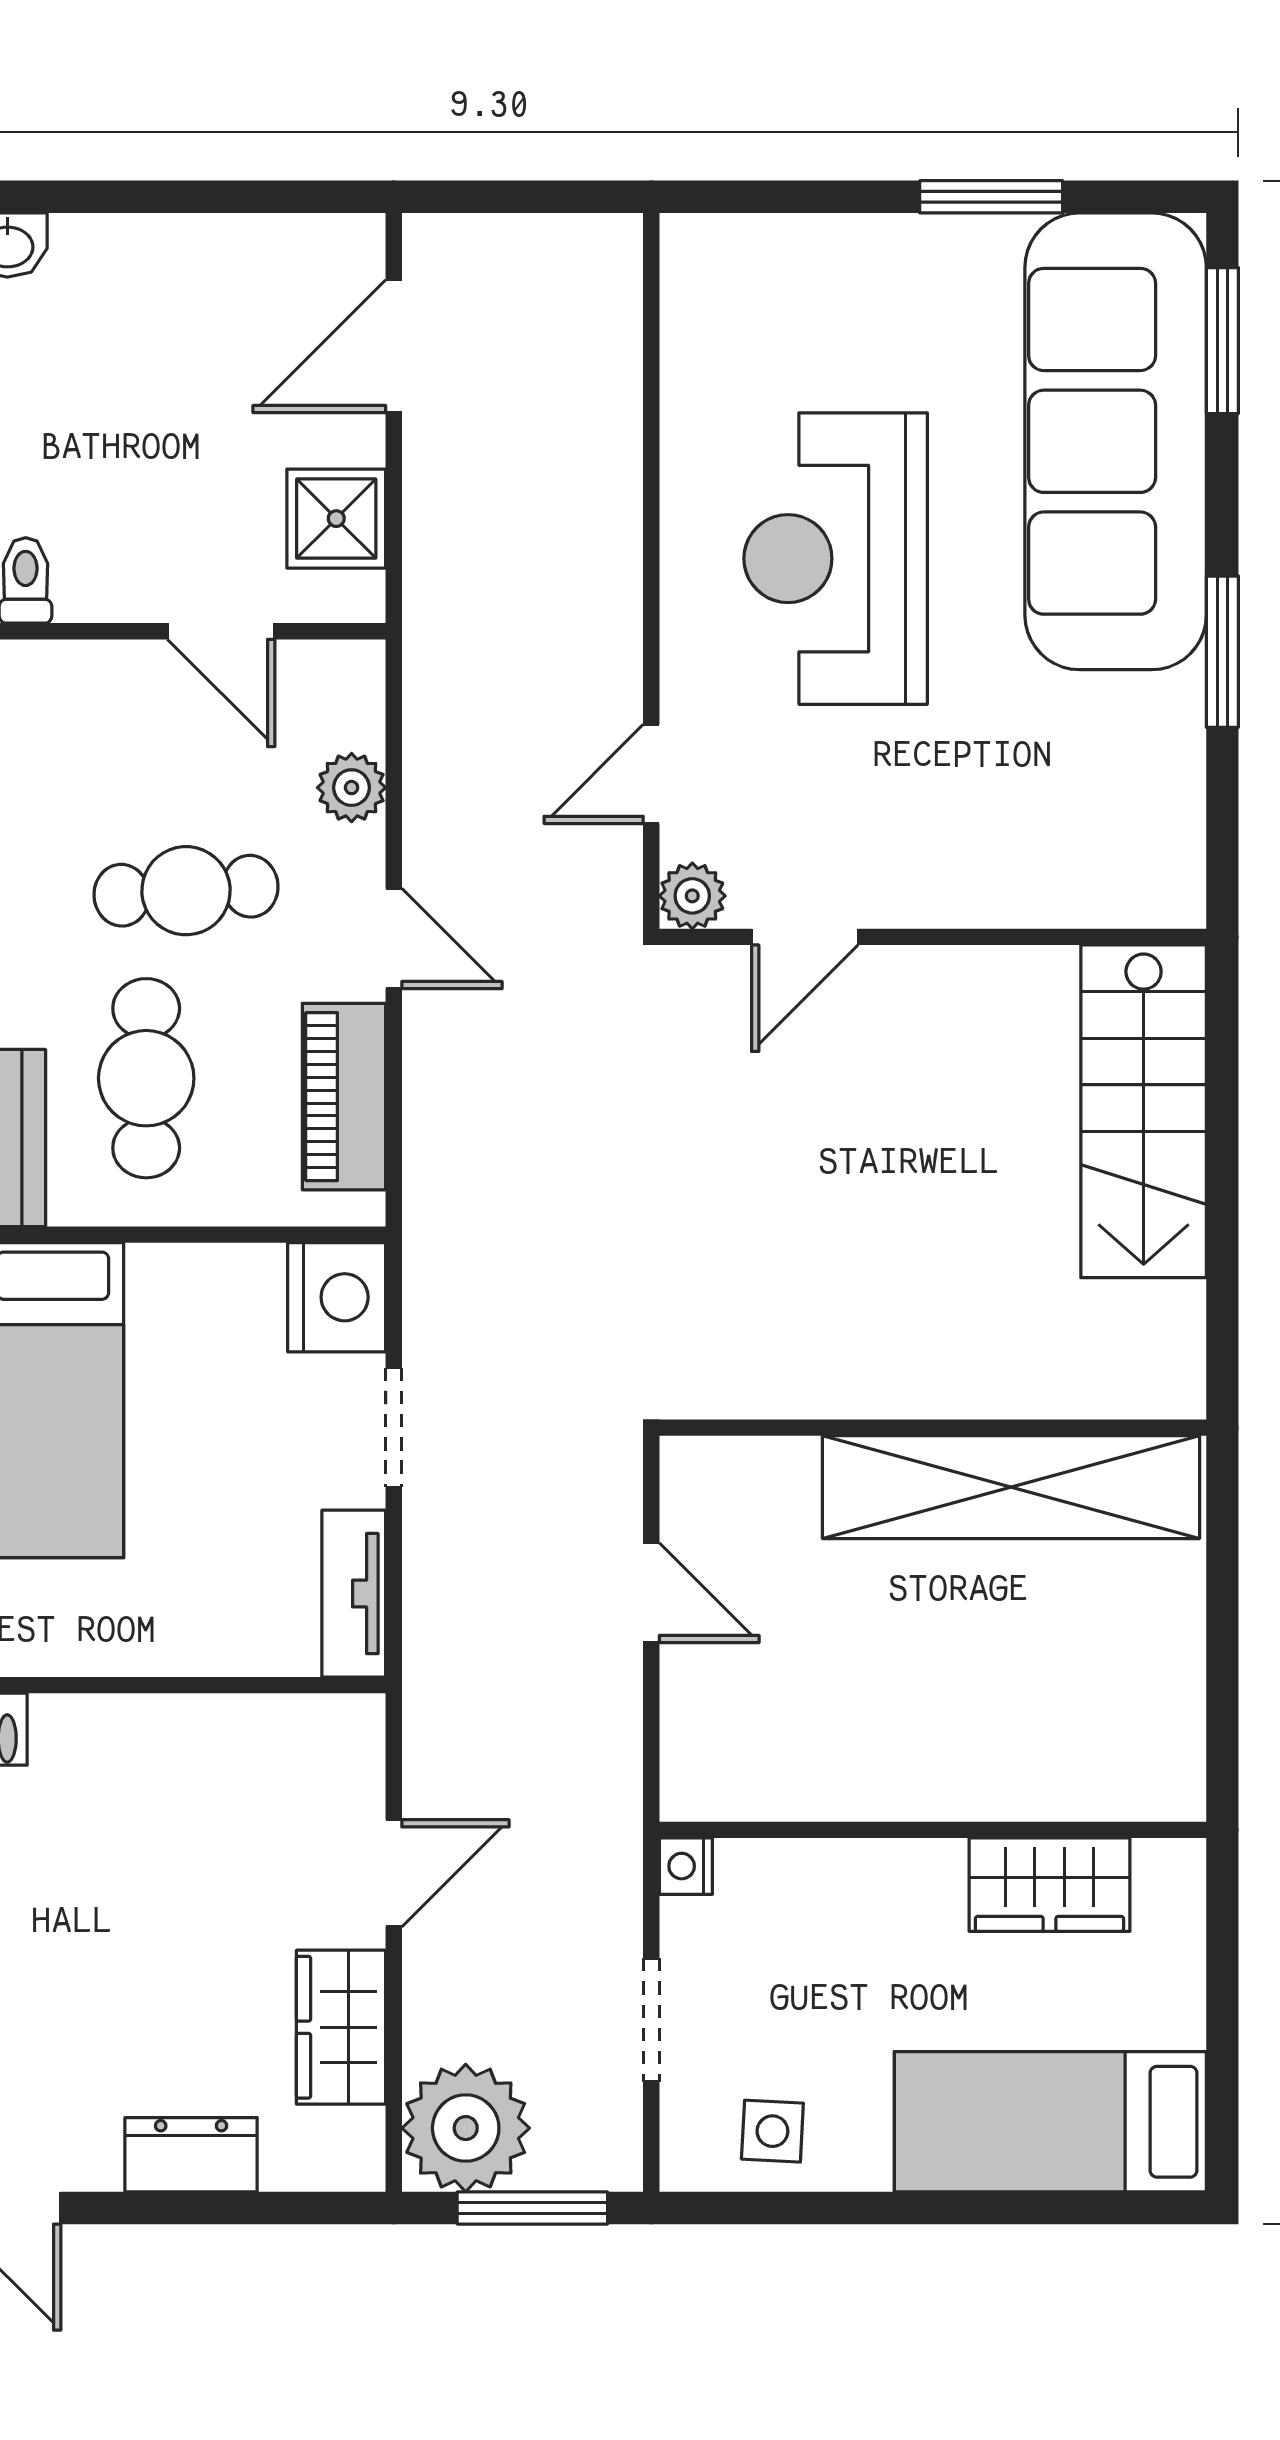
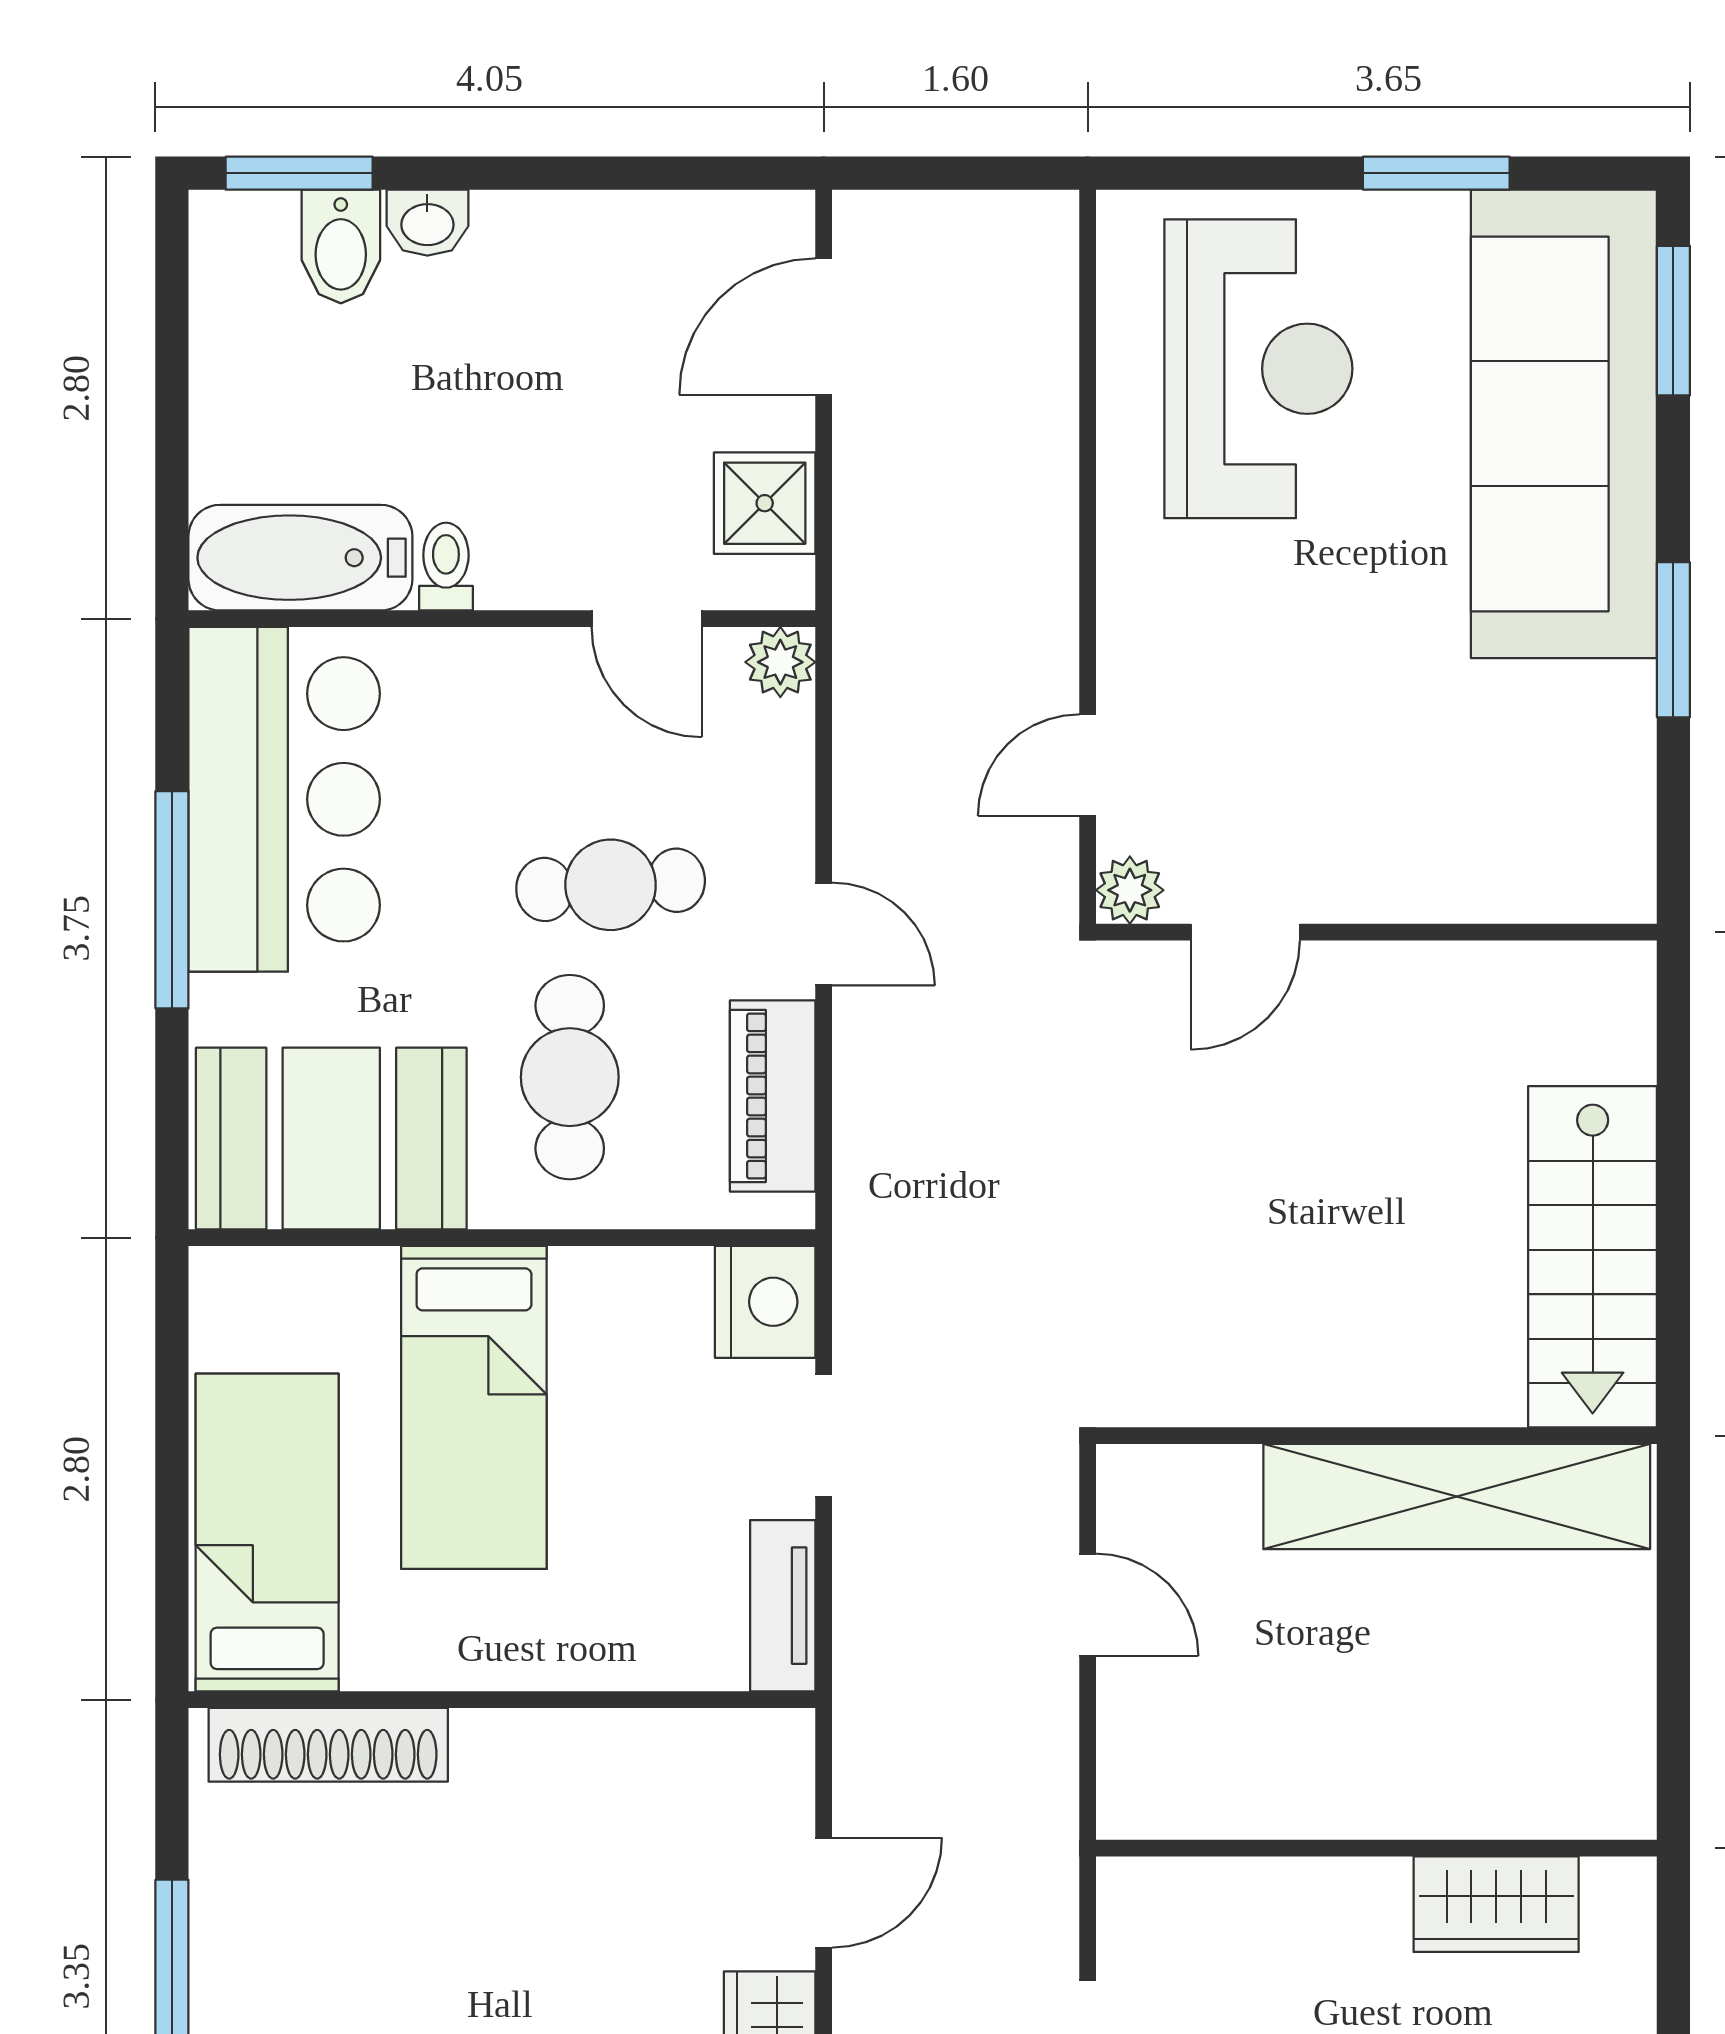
reception desk: (836, 559) -> (1258, 369), moved, turned 180
plant: (352, 788) -> (780, 662), moved
stairs: (1144, 1111) -> (1593, 1257), moved
nightstand: (686, 1866) -> (1123, 1885), removed

